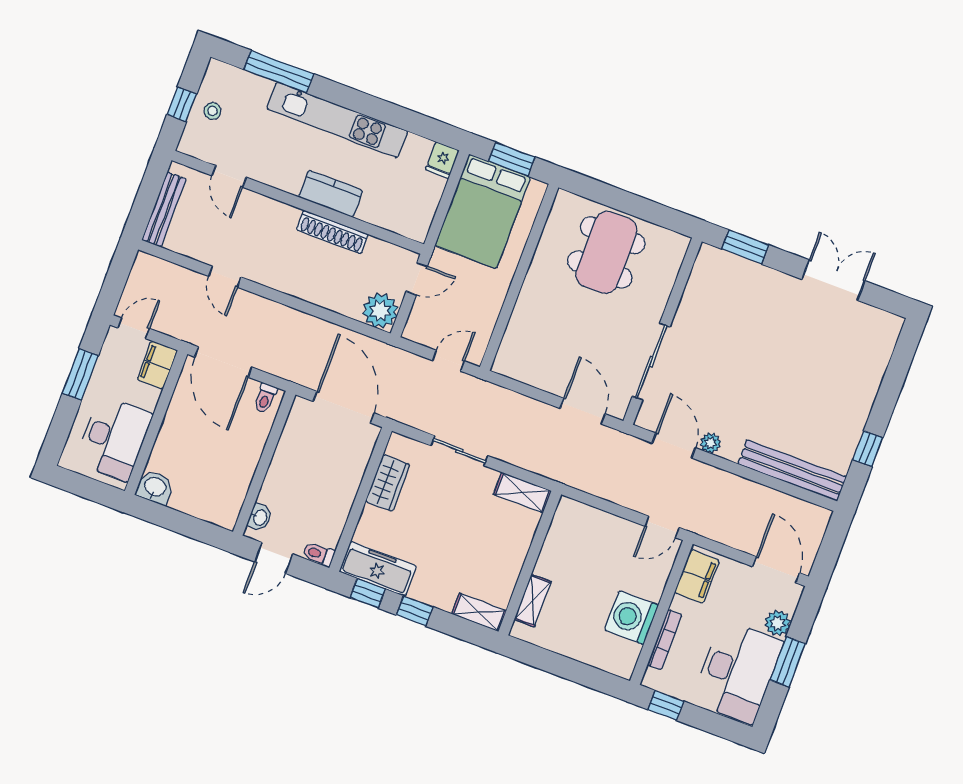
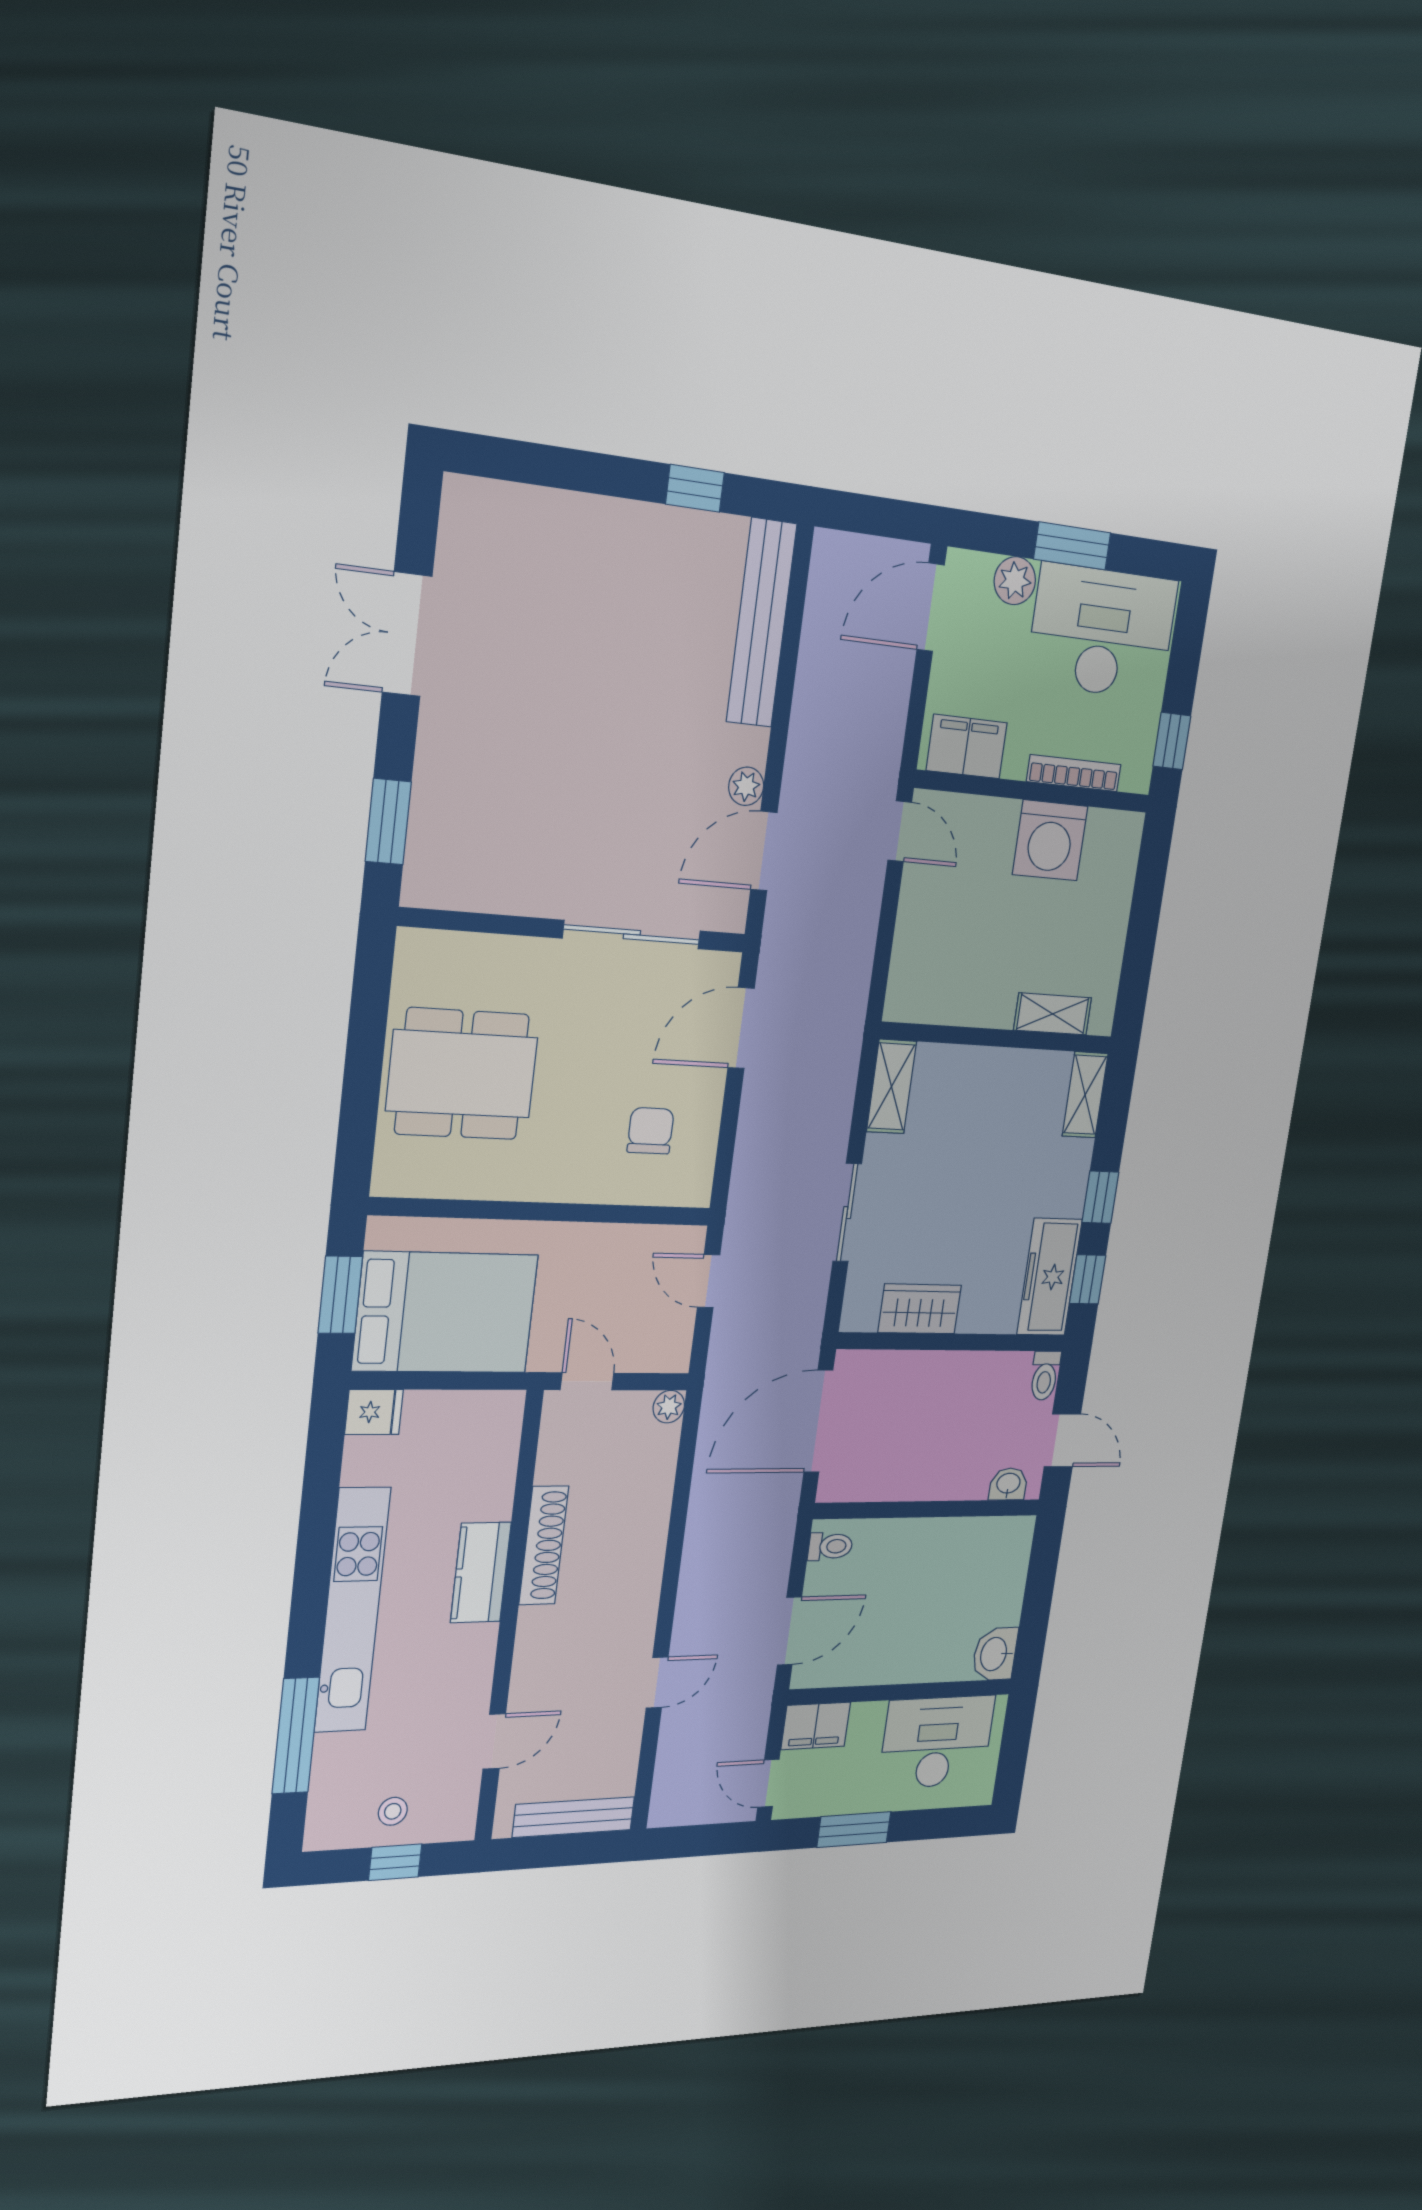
plant: (380, 311) -> (669, 1407), width x0.53, depth x0.53
chair: (543, 347) -> (651, 1131), added
door: (223, 362) -> (789, 1631), width x0.73

